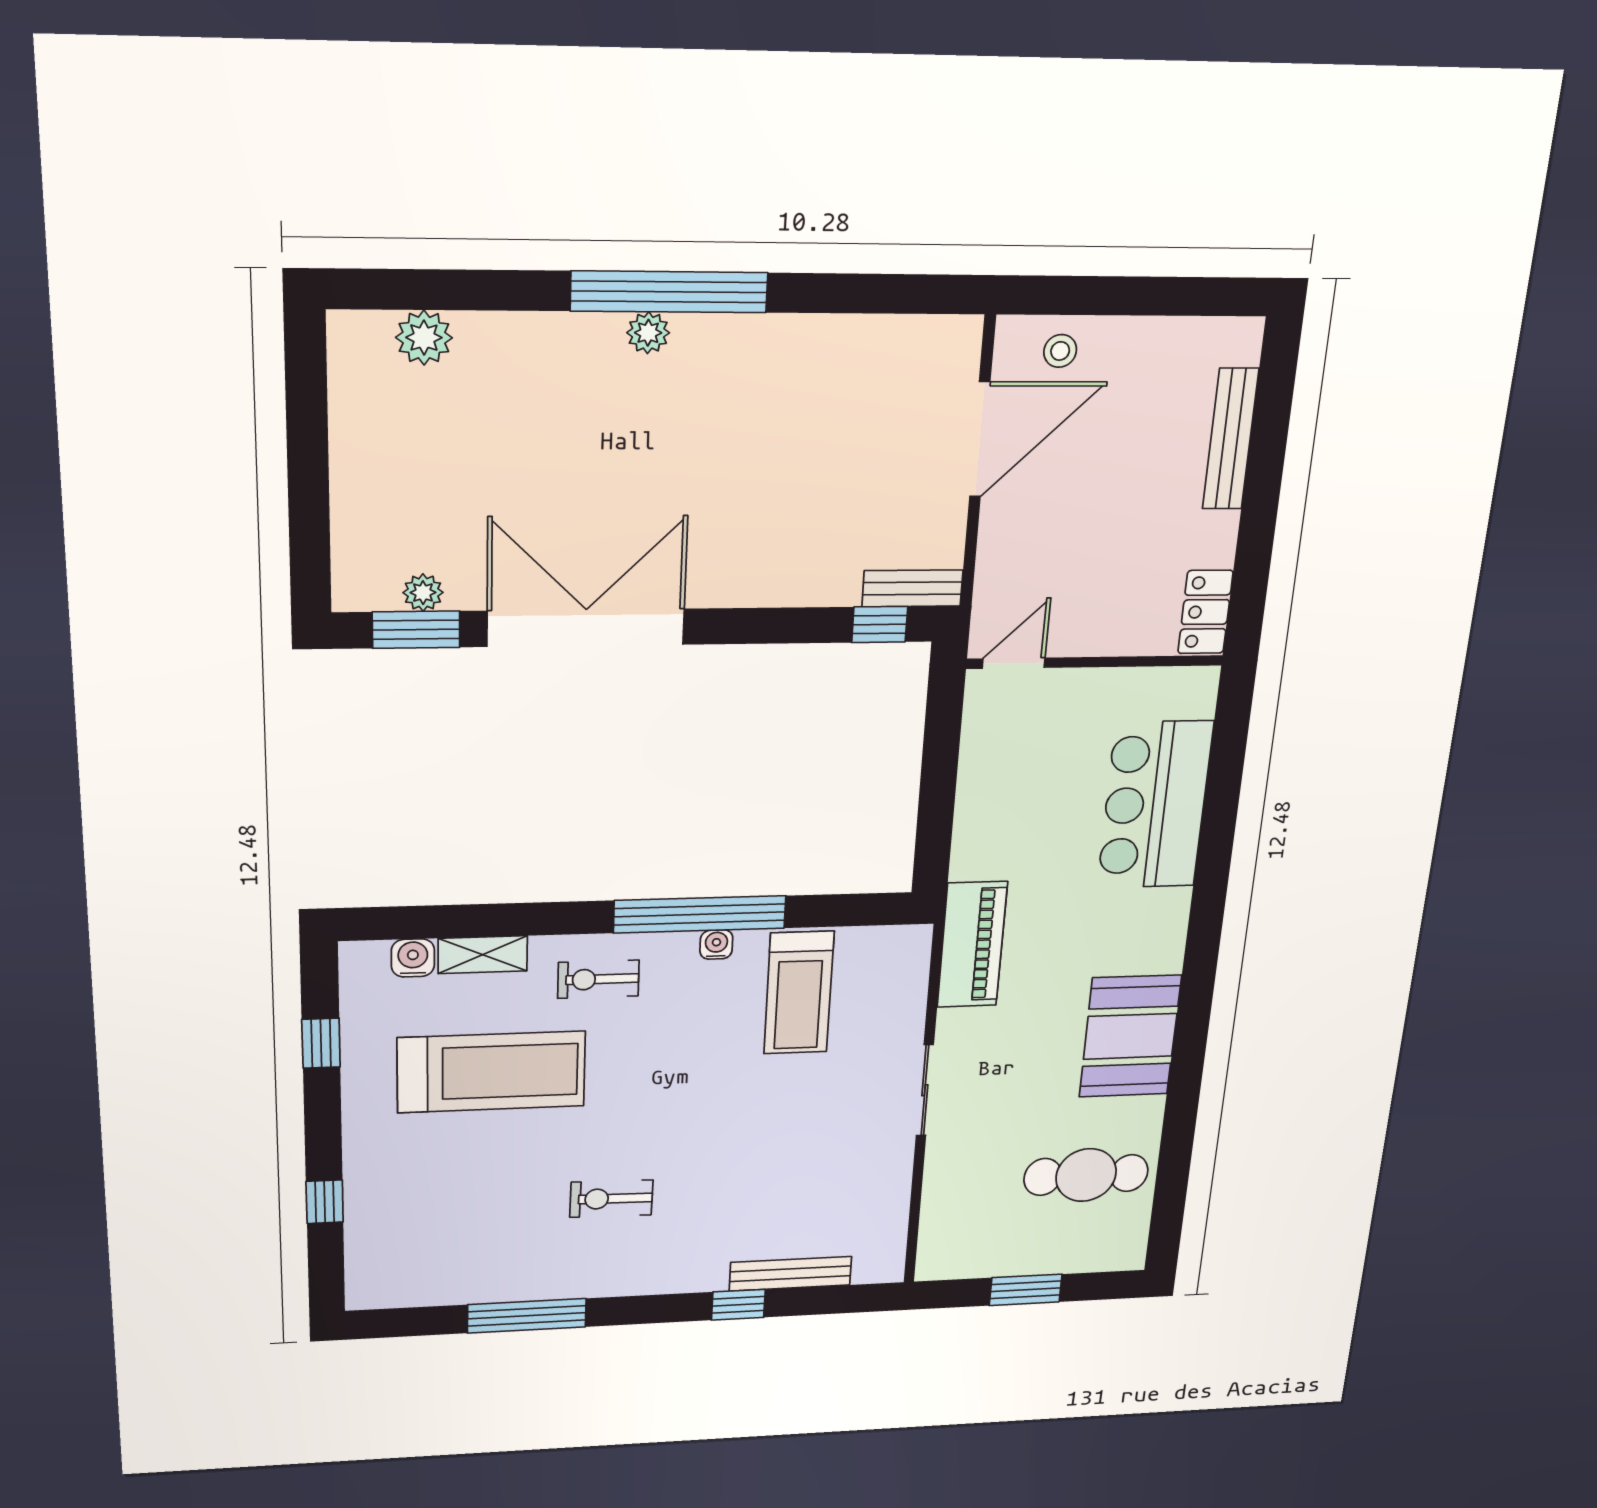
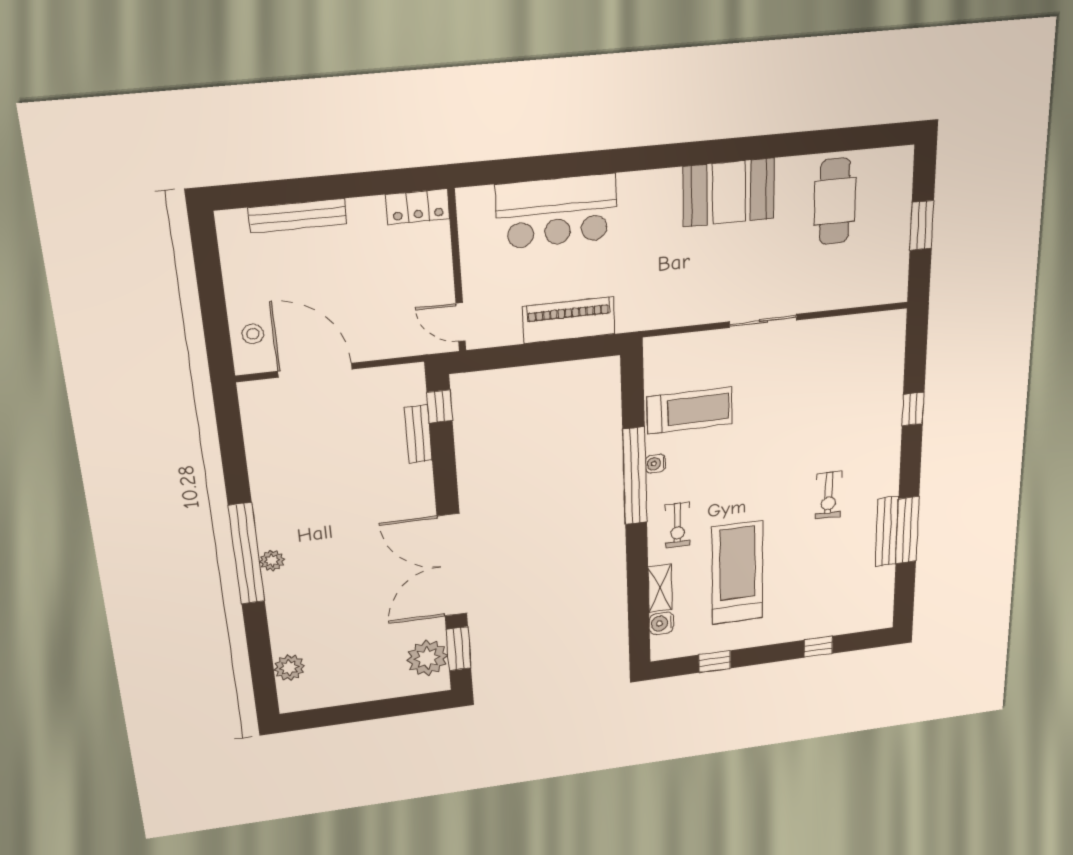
bench: (913, 588) -> (418, 434), moved
plant: (423, 593) -> (427, 658), width x1.88, depth x1.88
piano: (972, 945) -> (569, 320), moved
bench: (790, 1274) -> (887, 532), moved

